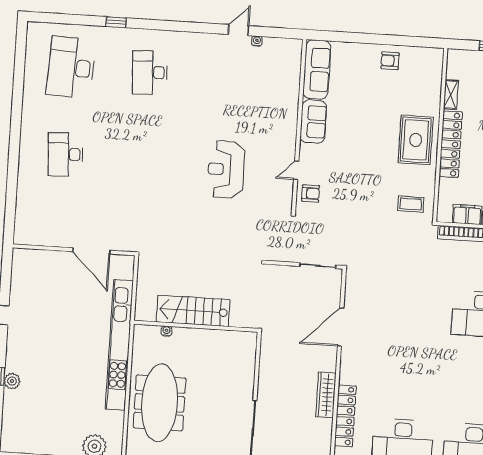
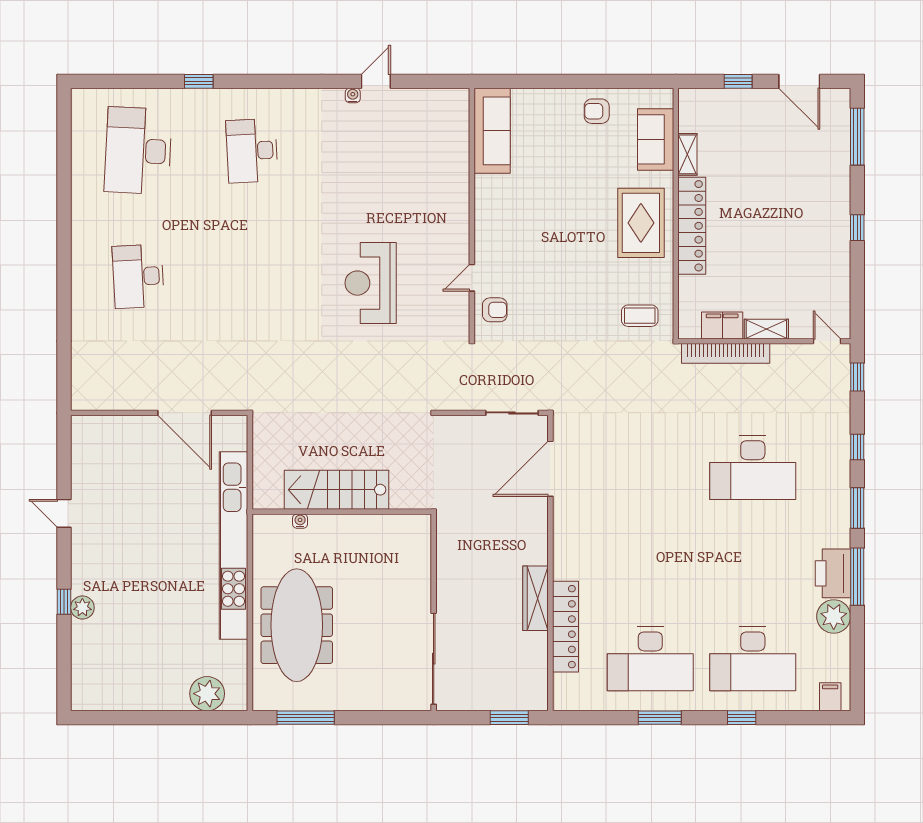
water cooler: (257, 41) -> (353, 95), moved
sofa: (313, 122) -> (656, 139), moved, turned 180
door: (341, 327) -> (550, 469), moved

